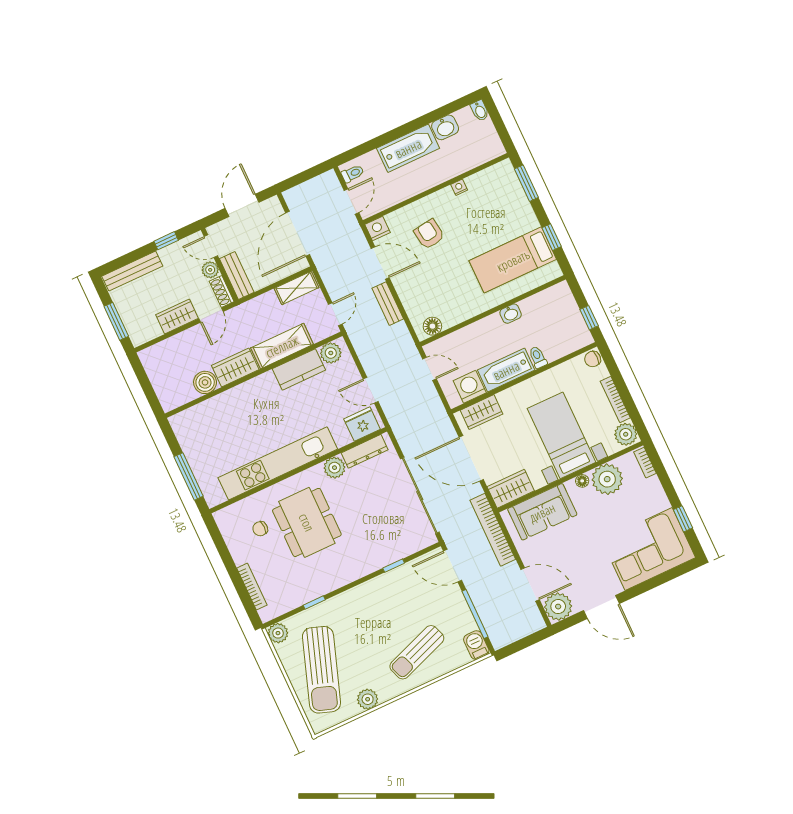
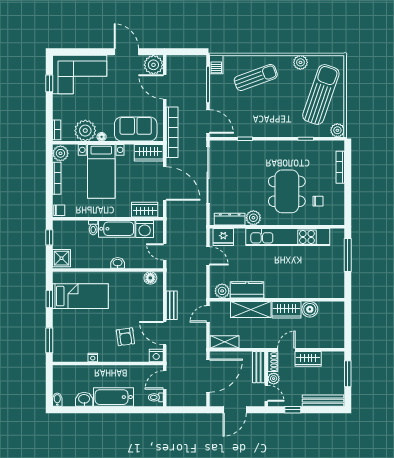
shower: (561, 298) -> (61, 258), added
washbasin: (511, 314) -> (118, 263), moved

